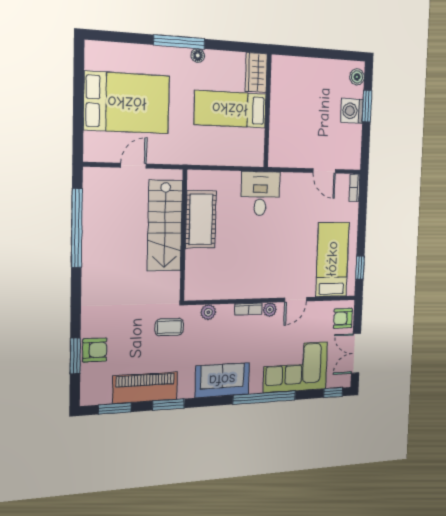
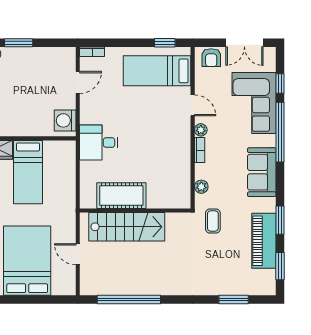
washing machine: (352, 111) -> (65, 120), moved, turned 90
armchair: (95, 350) -> (230, 284), removed
window: (333, 393) -> (280, 84), moved

